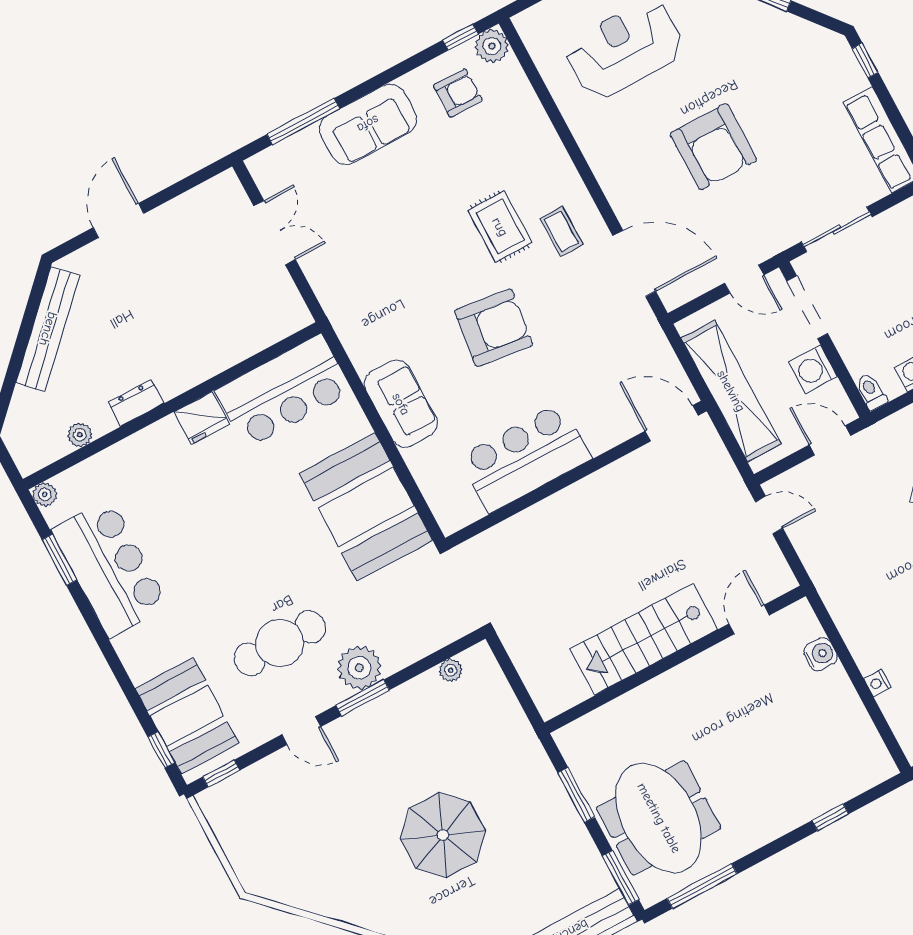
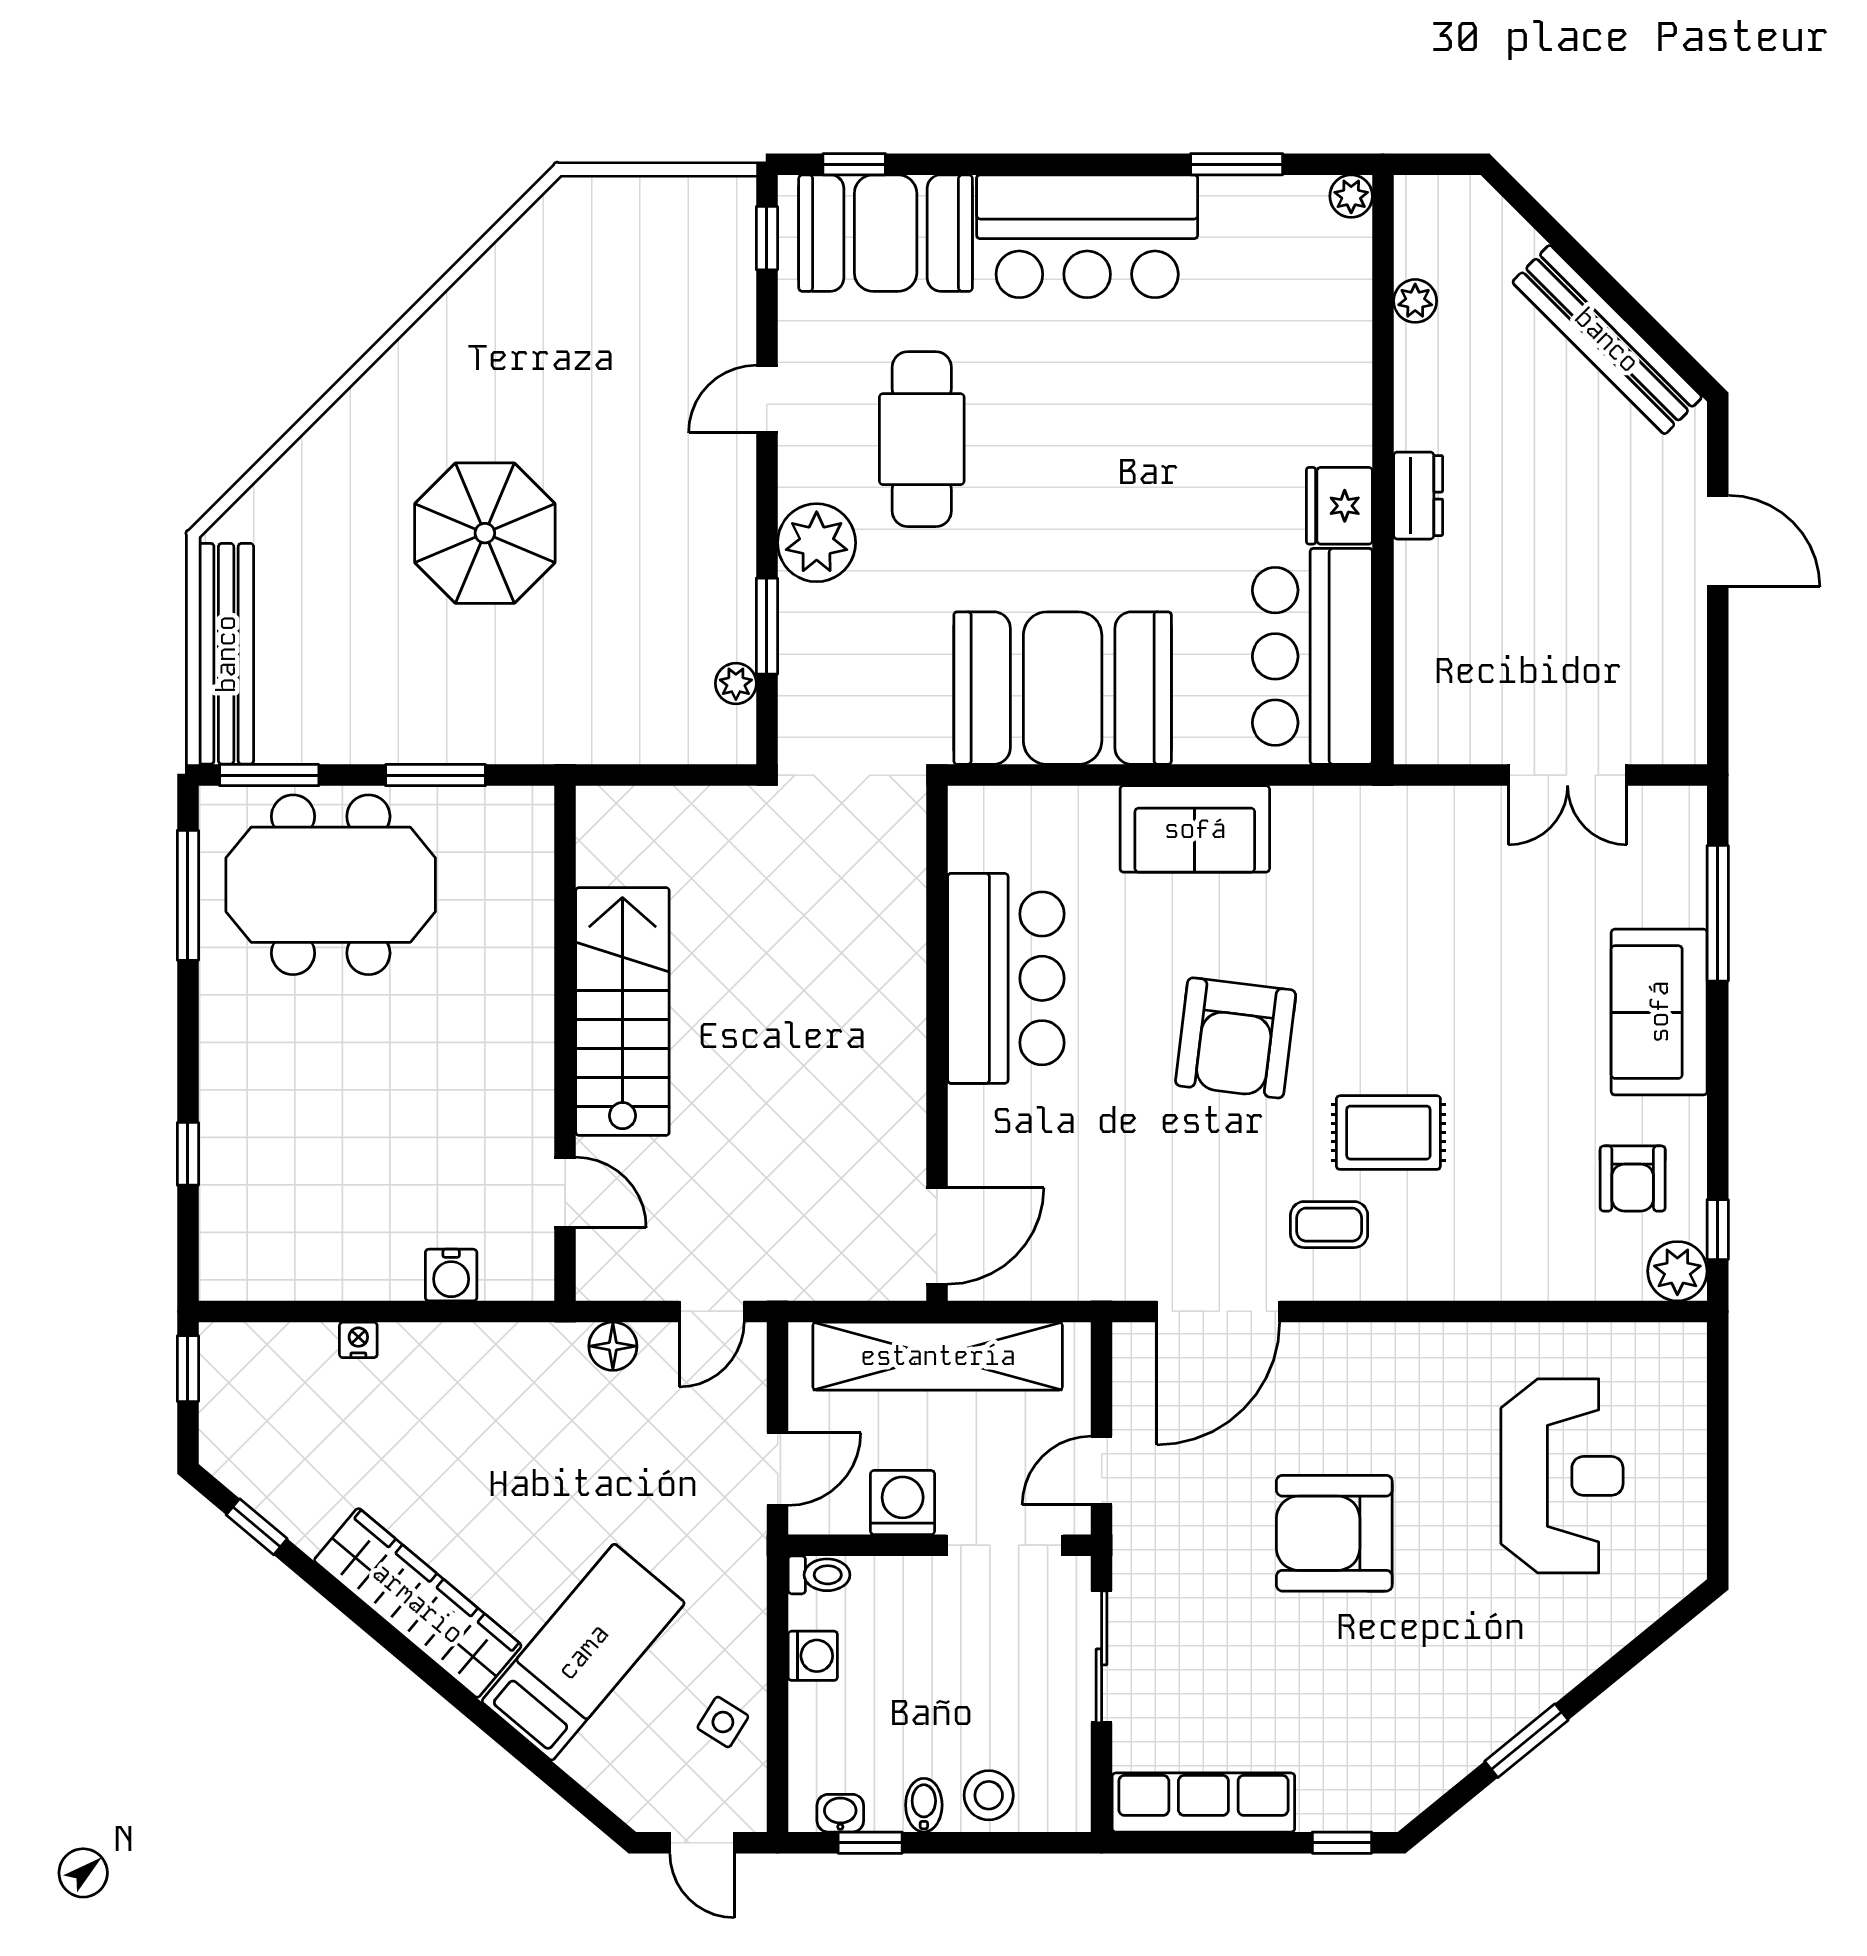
dresser: (136, 403) -> (1418, 496), moved
floor lamp: (813, 555) -> (613, 1346), added
bar counter: (110, 568) -> (1087, 236), moved
window: (363, 698) -> (767, 626), moved

